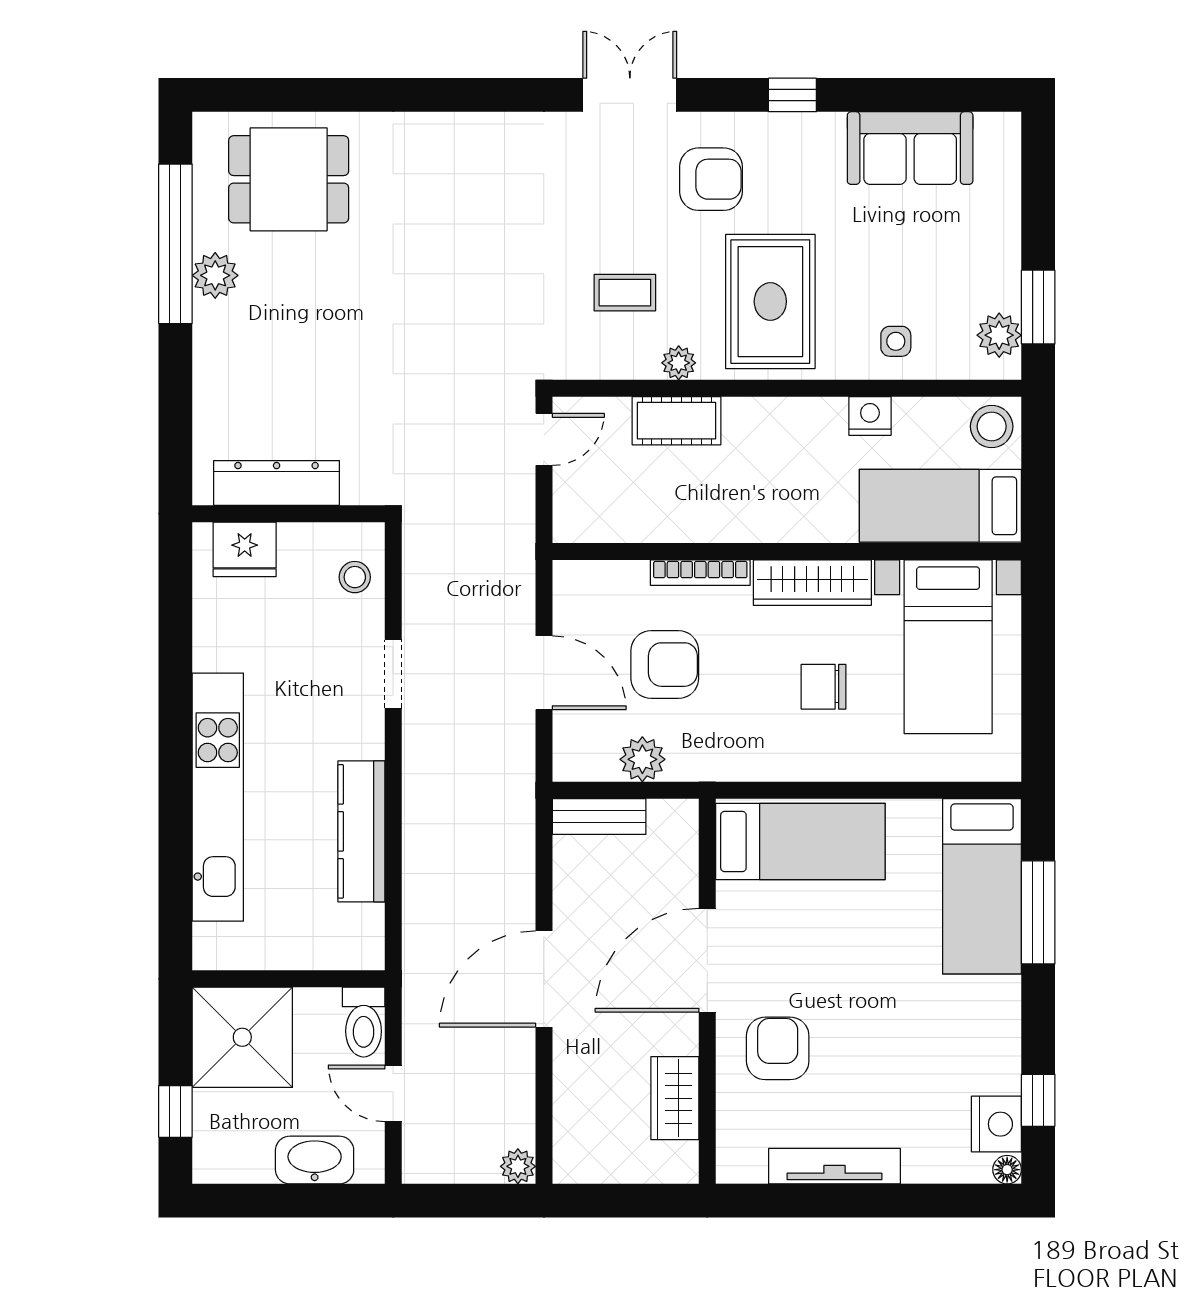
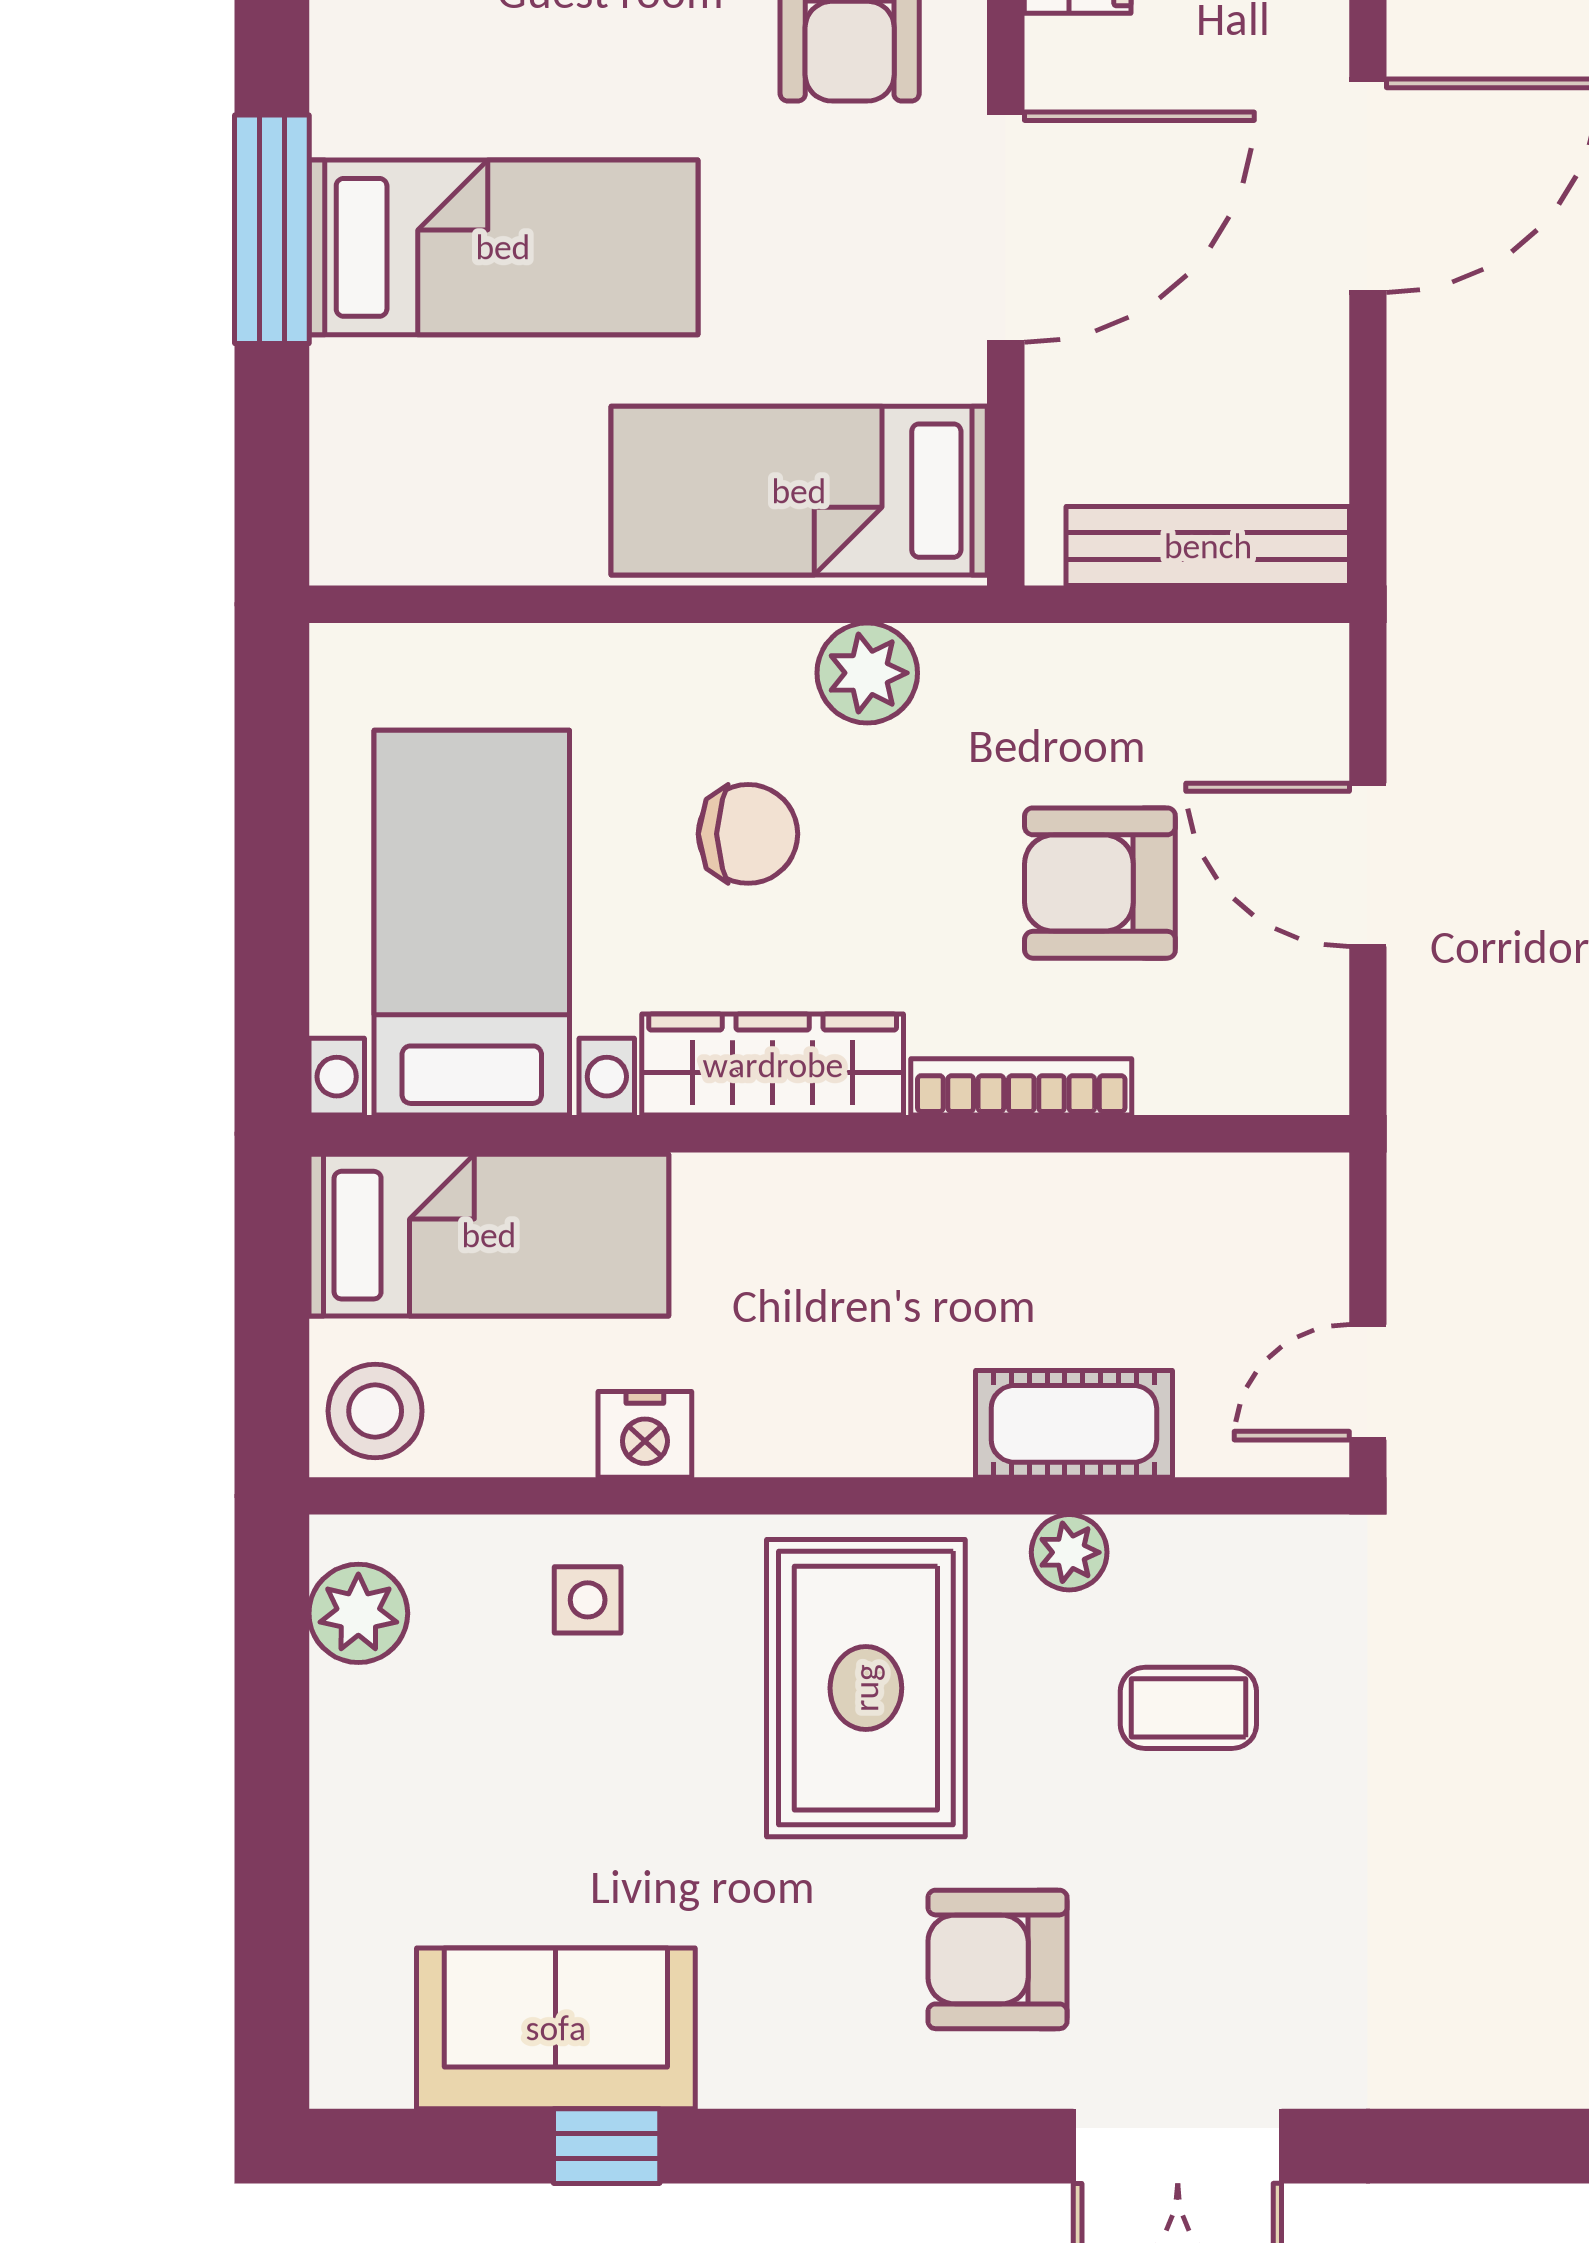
window: (792, 95) -> (607, 2146), moved
window: (1038, 307) -> (272, 1676), removed
plant: (642, 759) -> (867, 673), moved
bench: (599, 816) -> (1208, 546), width x1.36
bed: (982, 886) -> (503, 247), moved, turned 90
window: (1038, 912) -> (272, 229), moved

